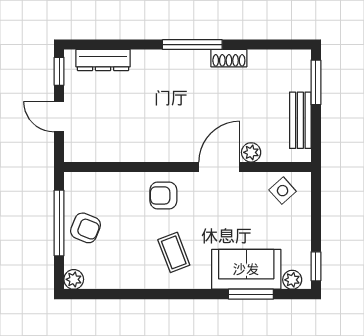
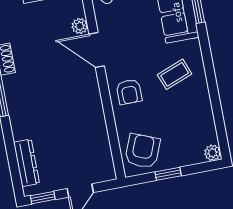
window: (59, 223) -> (168, 174), width x0.46
armchair: (86, 228) -> (142, 151), moved, width x1.38, depth x1.38

